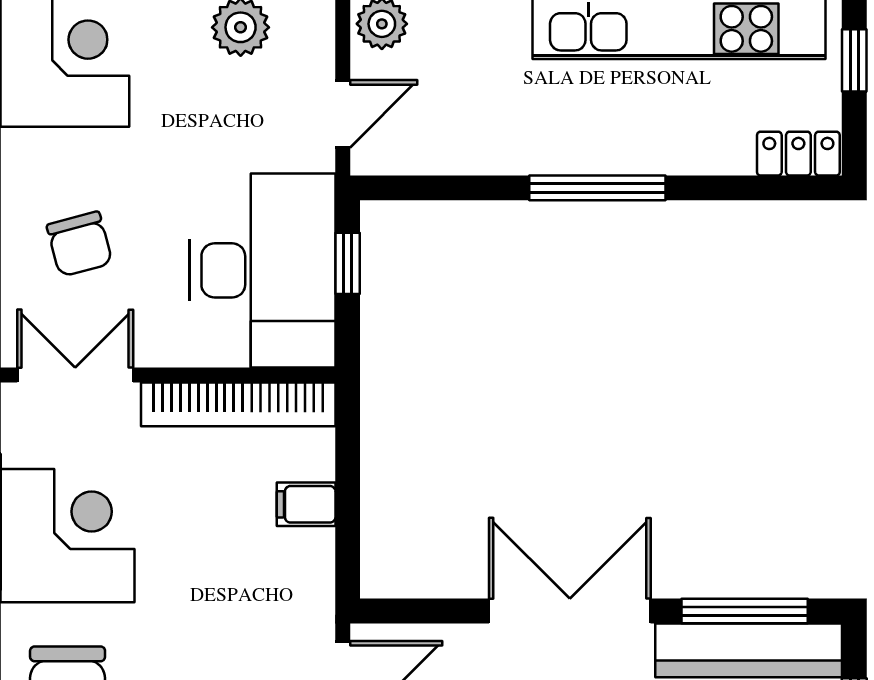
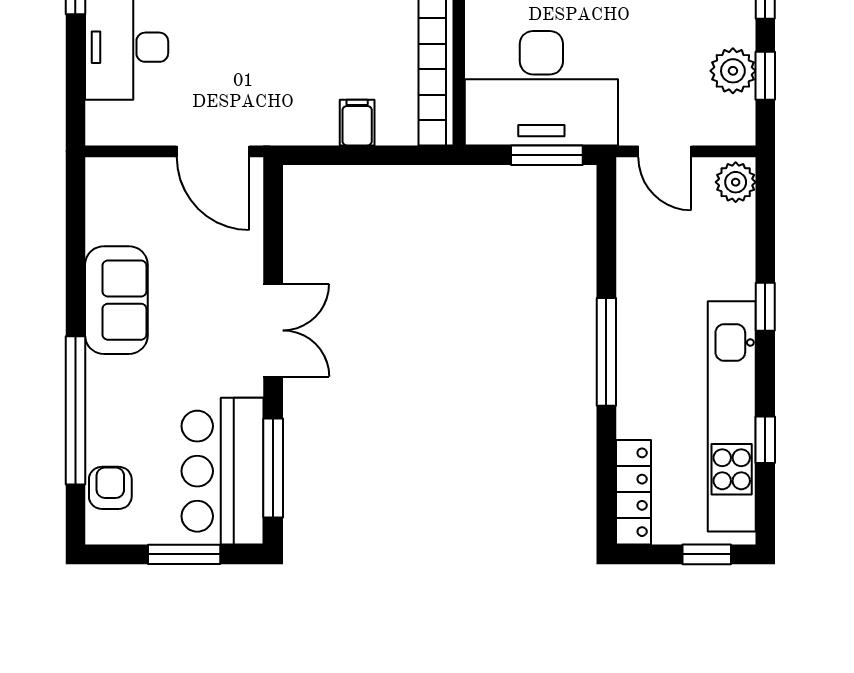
locker: (798, 154) -> (633, 492), width x1.53
window: (348, 263) -> (547, 155), width x1.50
double door: (570, 611) -> (273, 330), width x0.73

